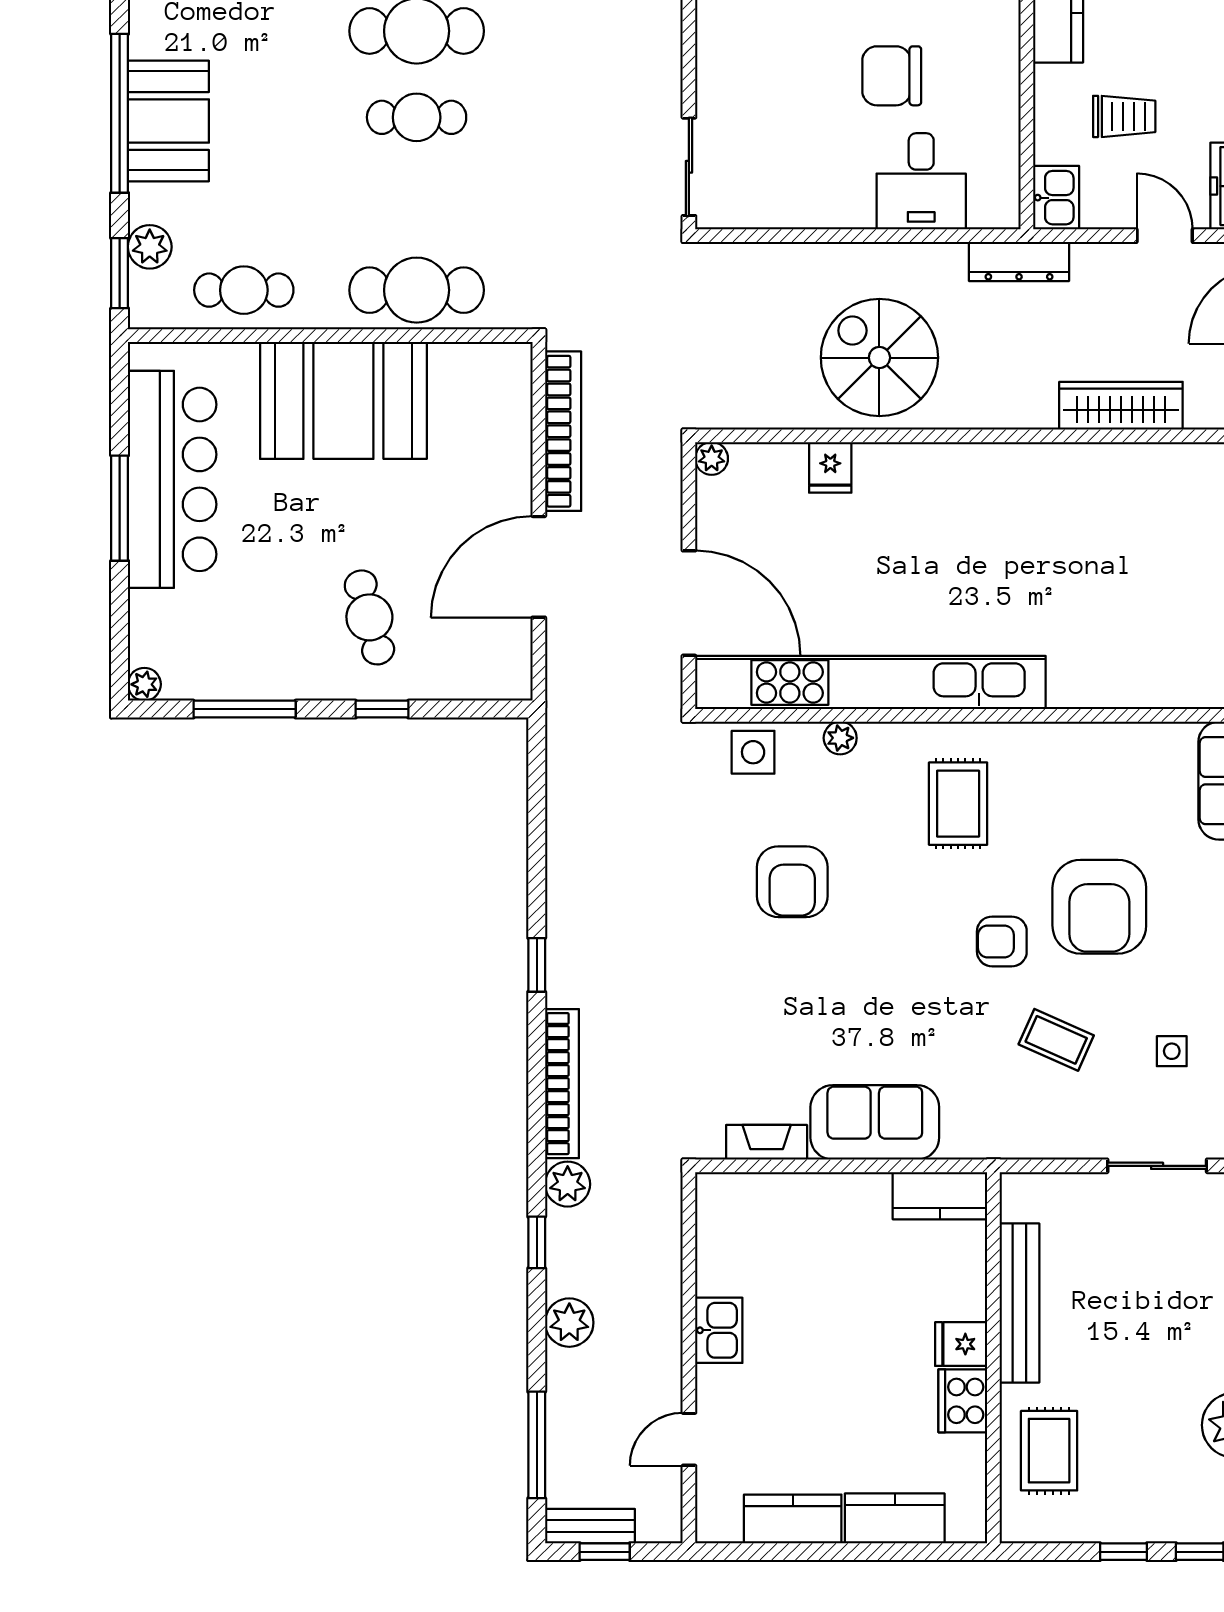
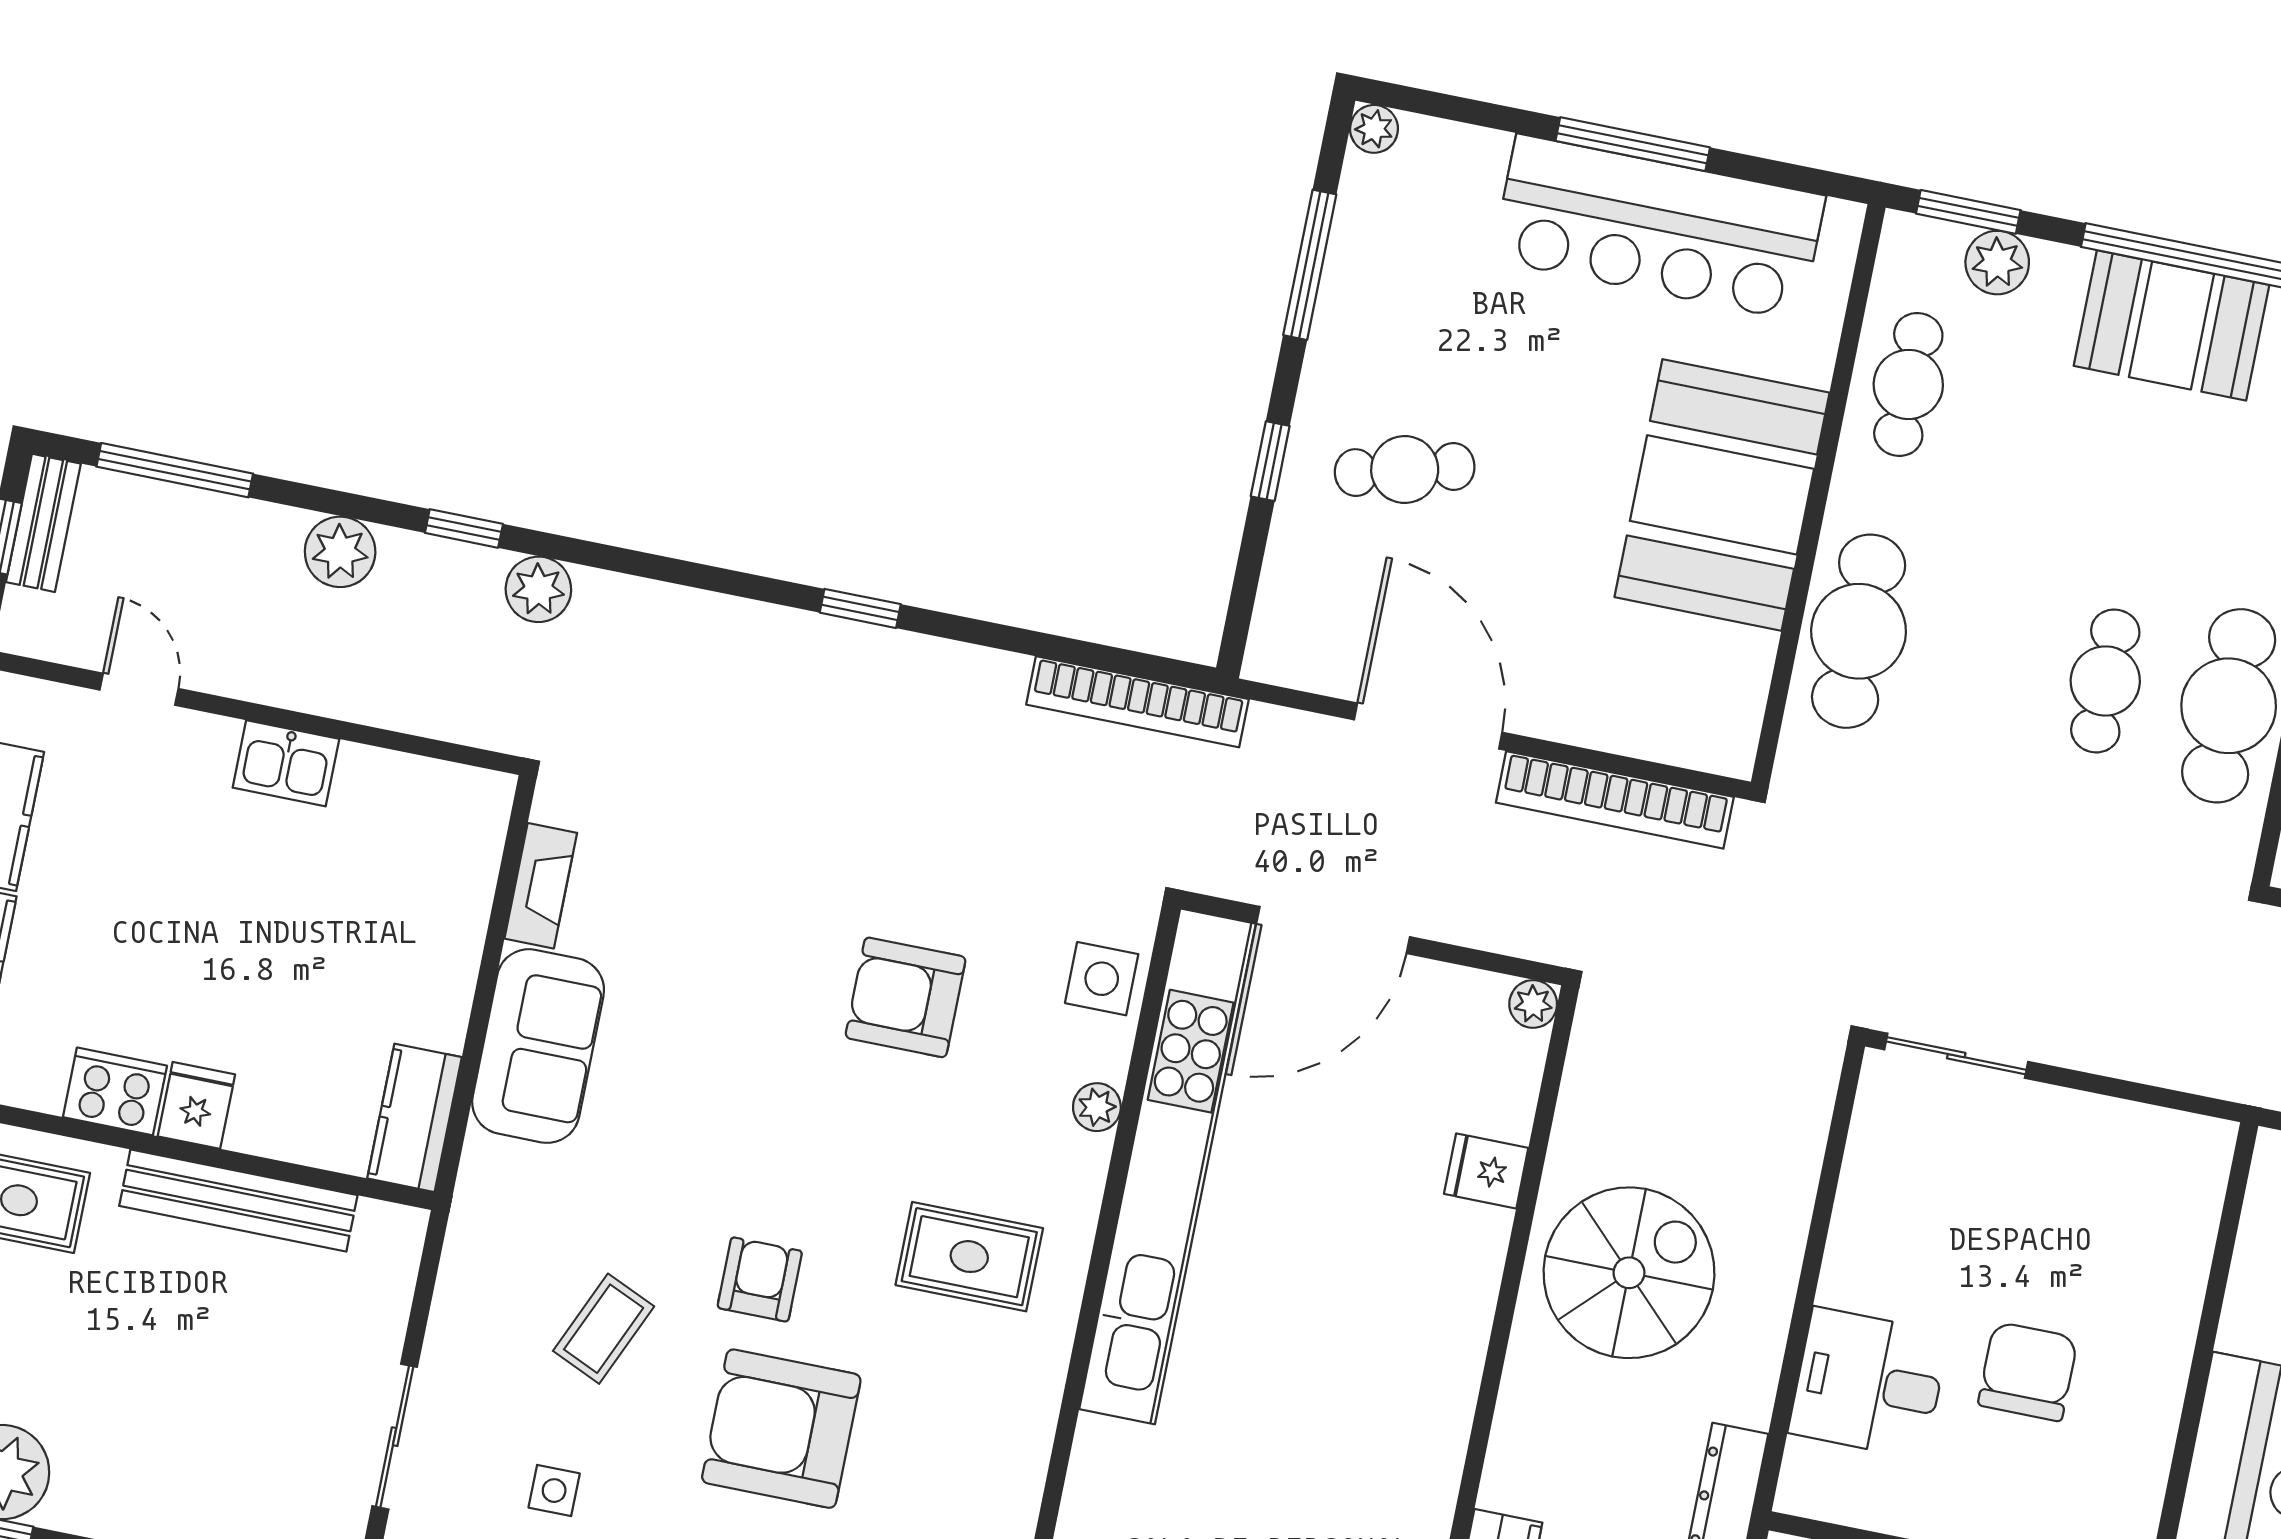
bookcase: (562, 1084) -> (1137, 702), moved

